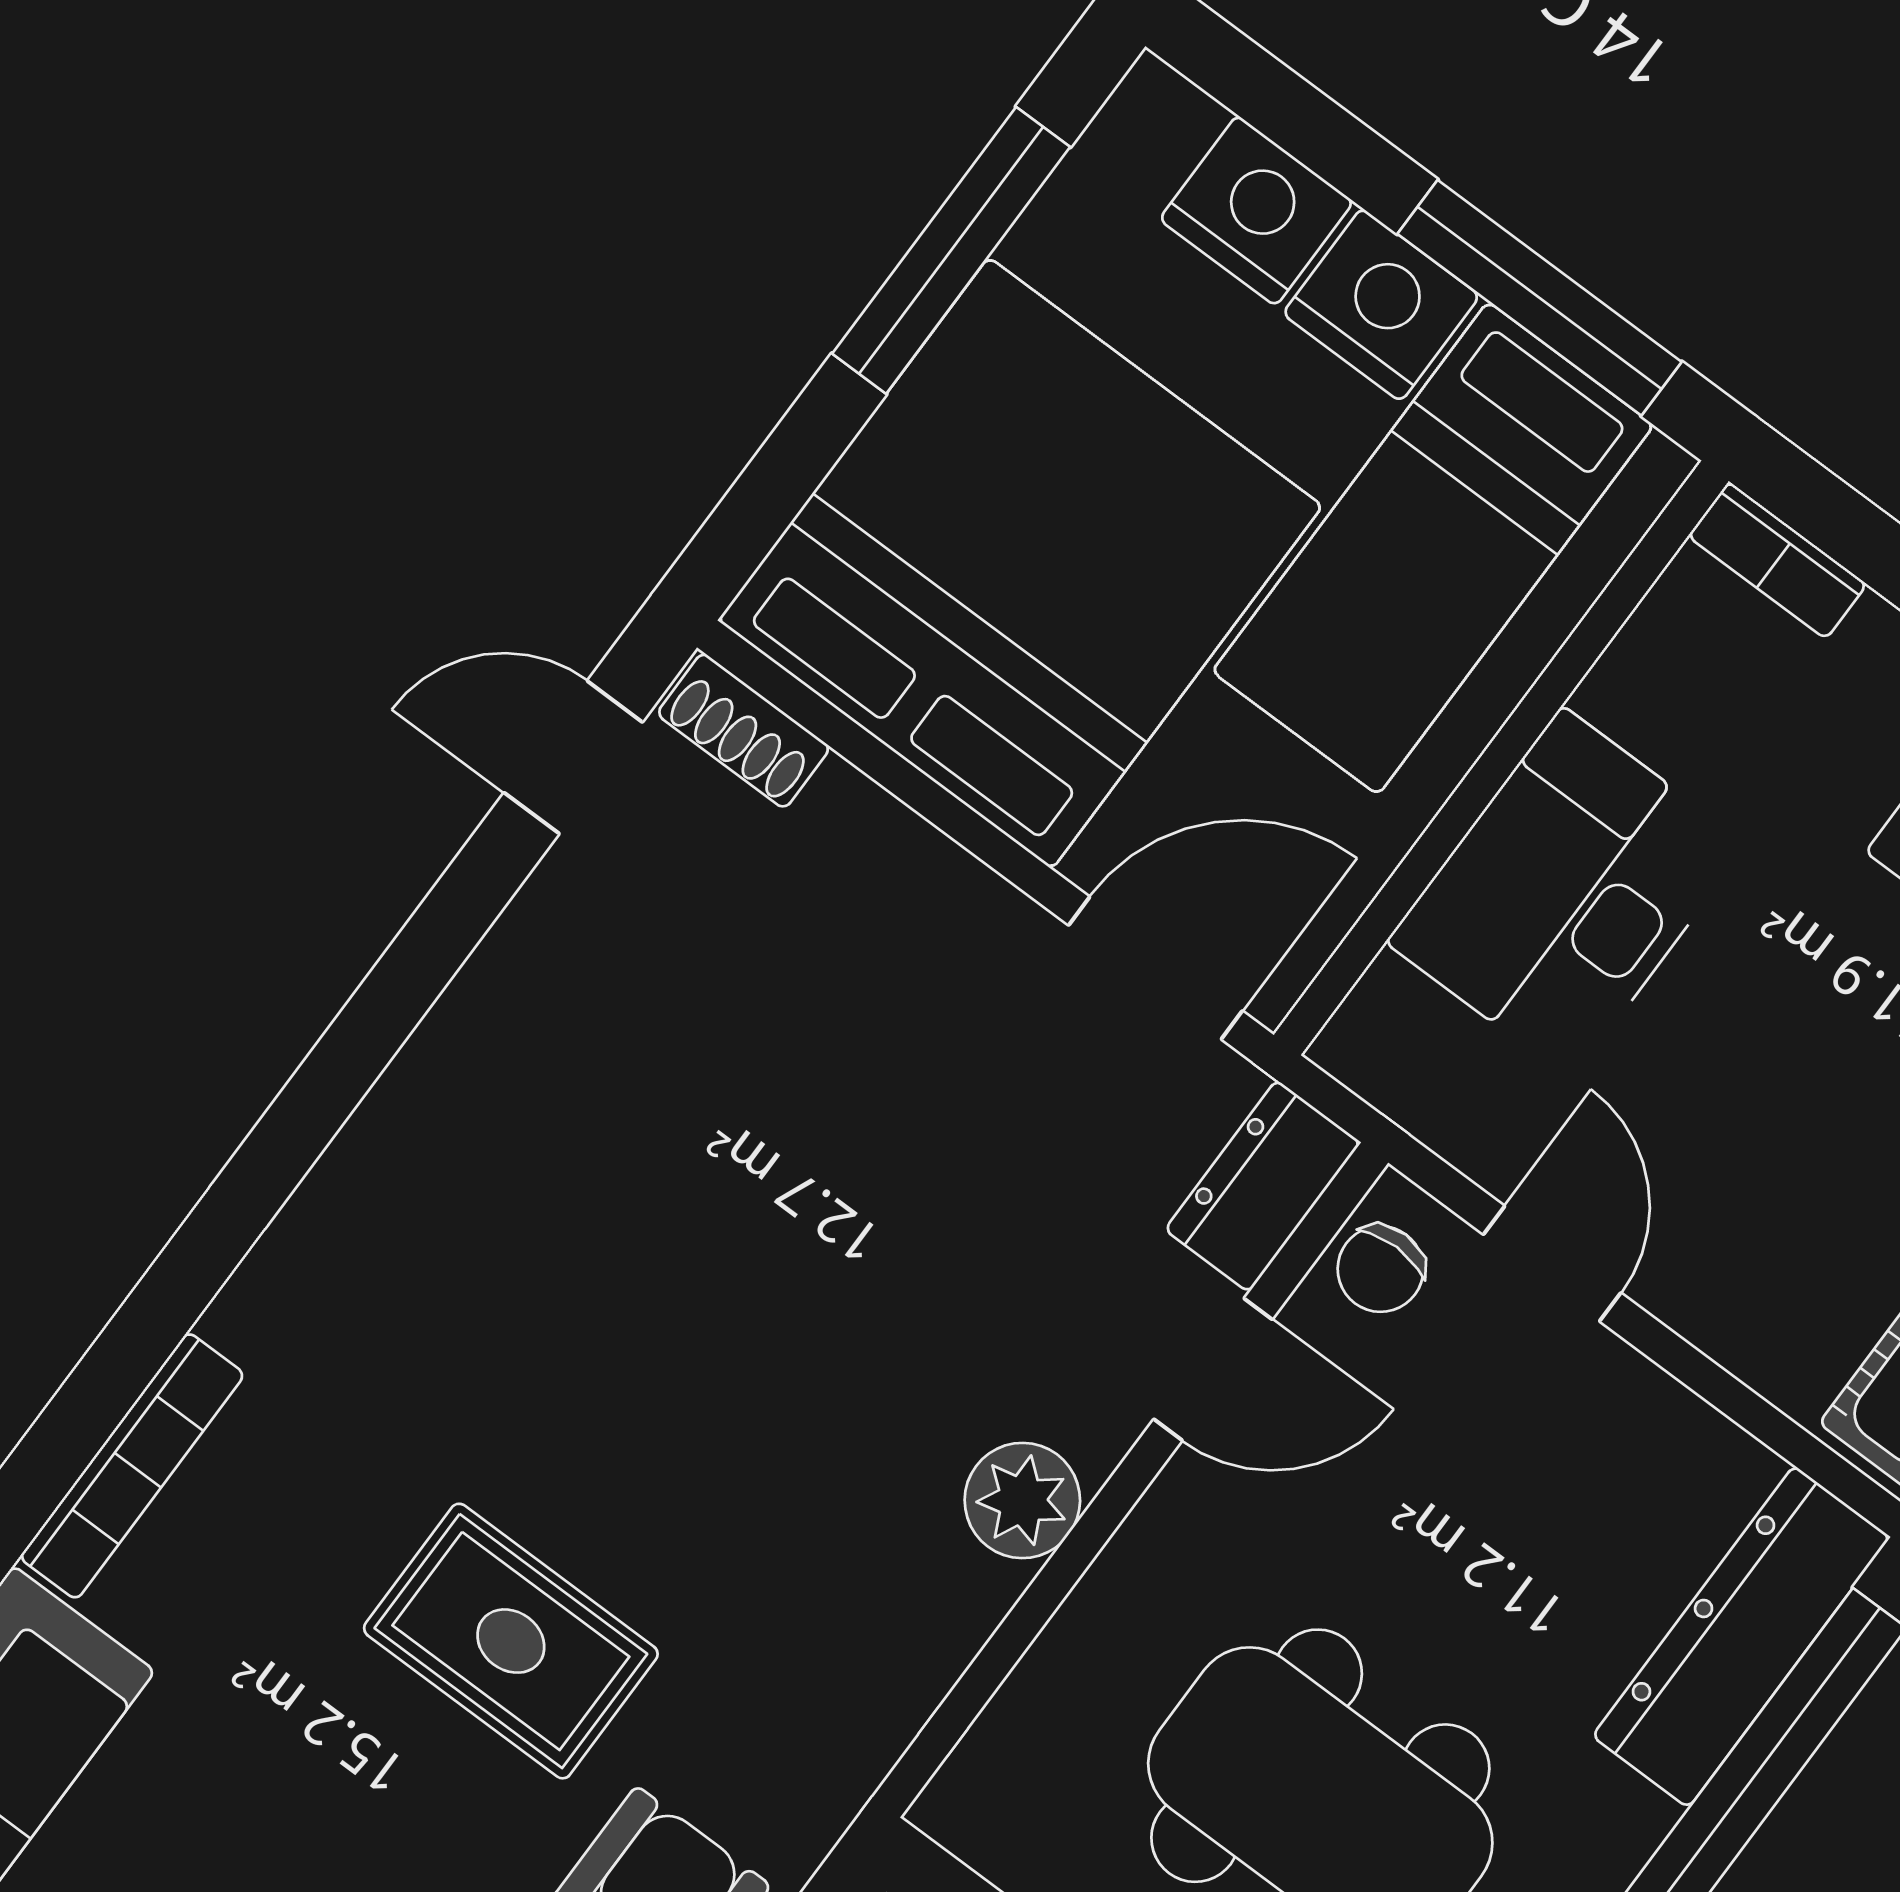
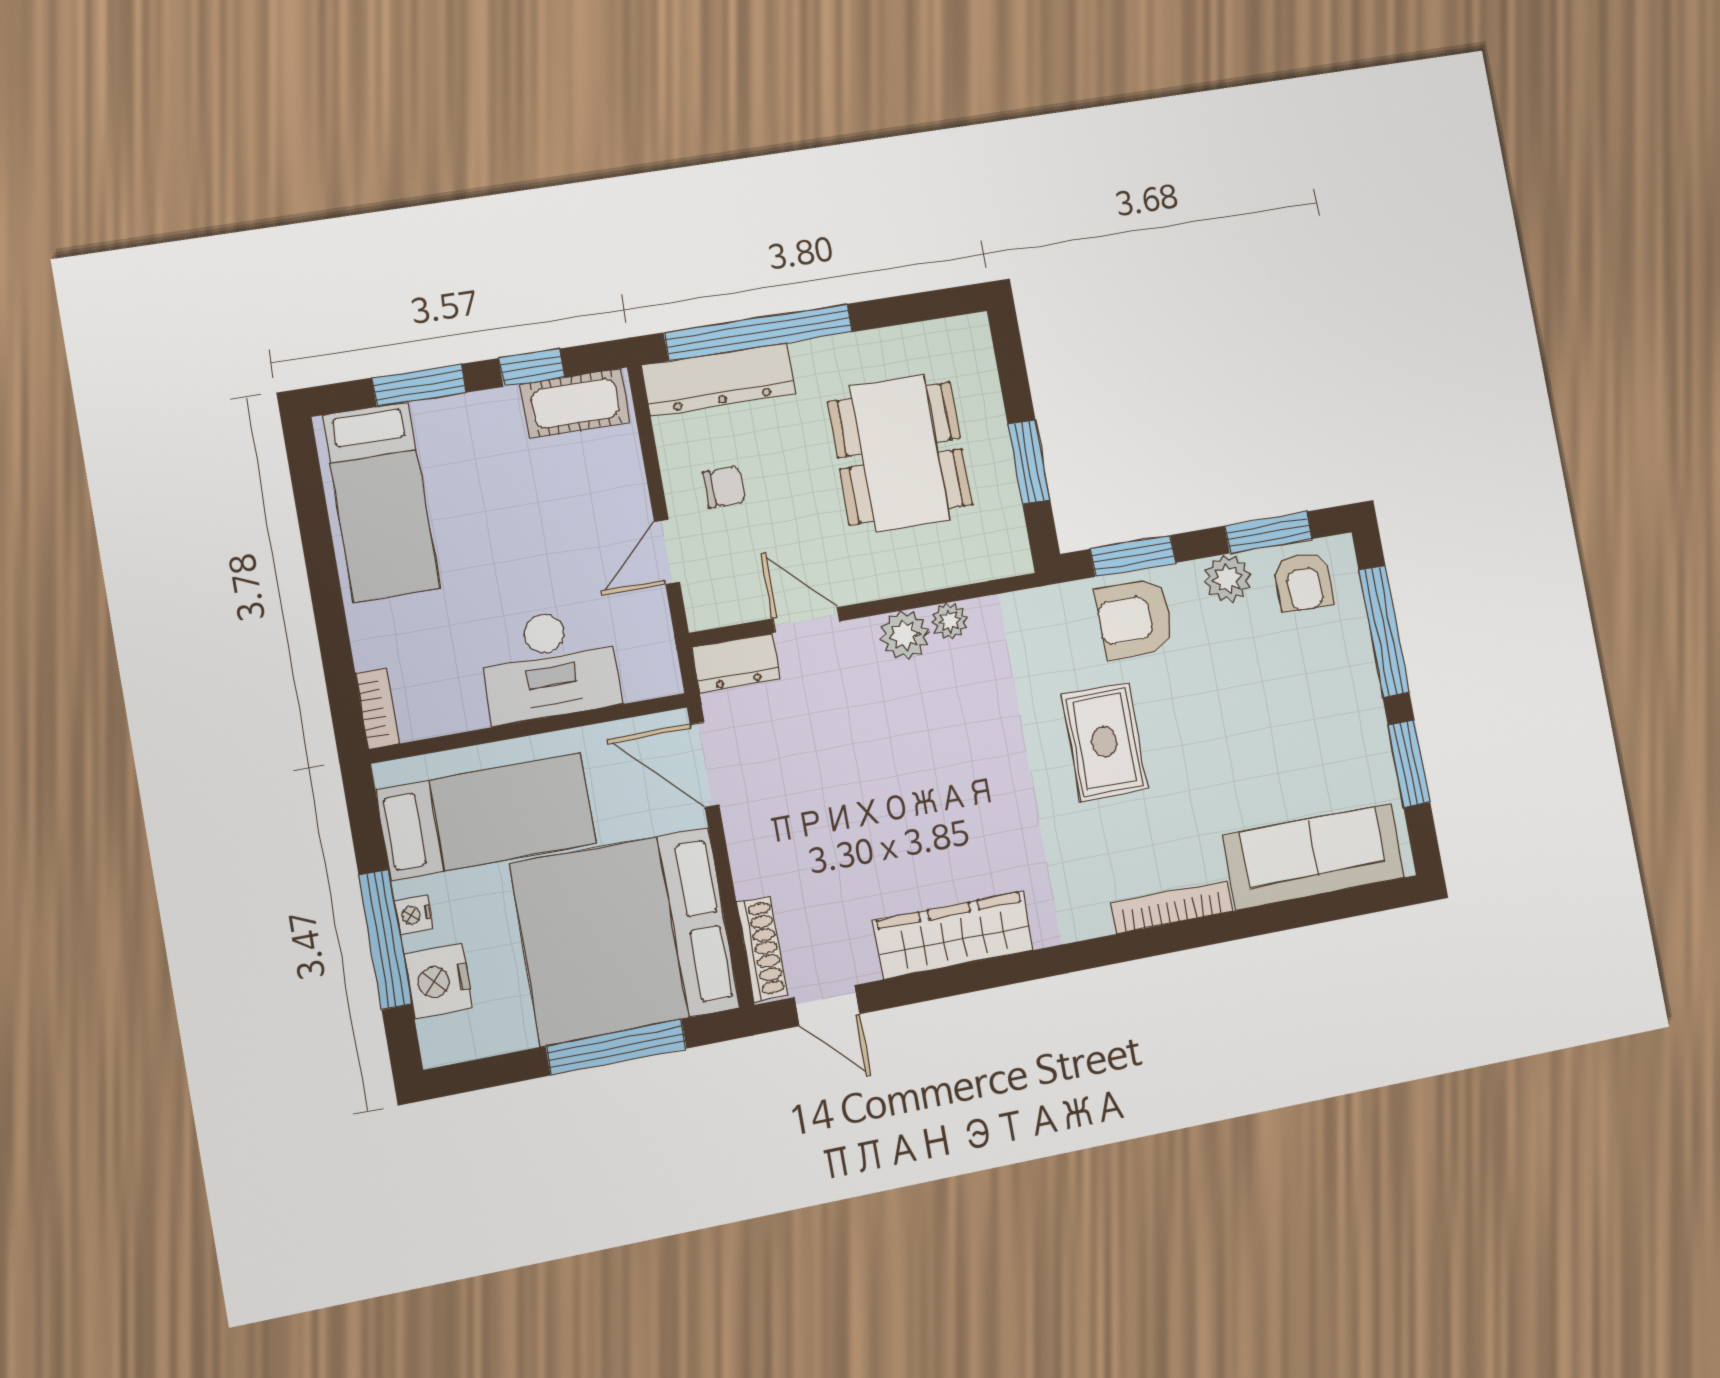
window: (951, 250) -> (616, 1047), moved
window: (1540, 298) -> (385, 940), moved
nightstand: (1381, 305) -> (414, 915), width x0.53, depth x0.56
shoe rack: (744, 731) -> (762, 949), width x1.43
wardrobe: (467, 1071) -> (953, 935), added
chair: (1381, 1269) -> (724, 487), moved
plant: (969, 1597) -> (950, 621), added

